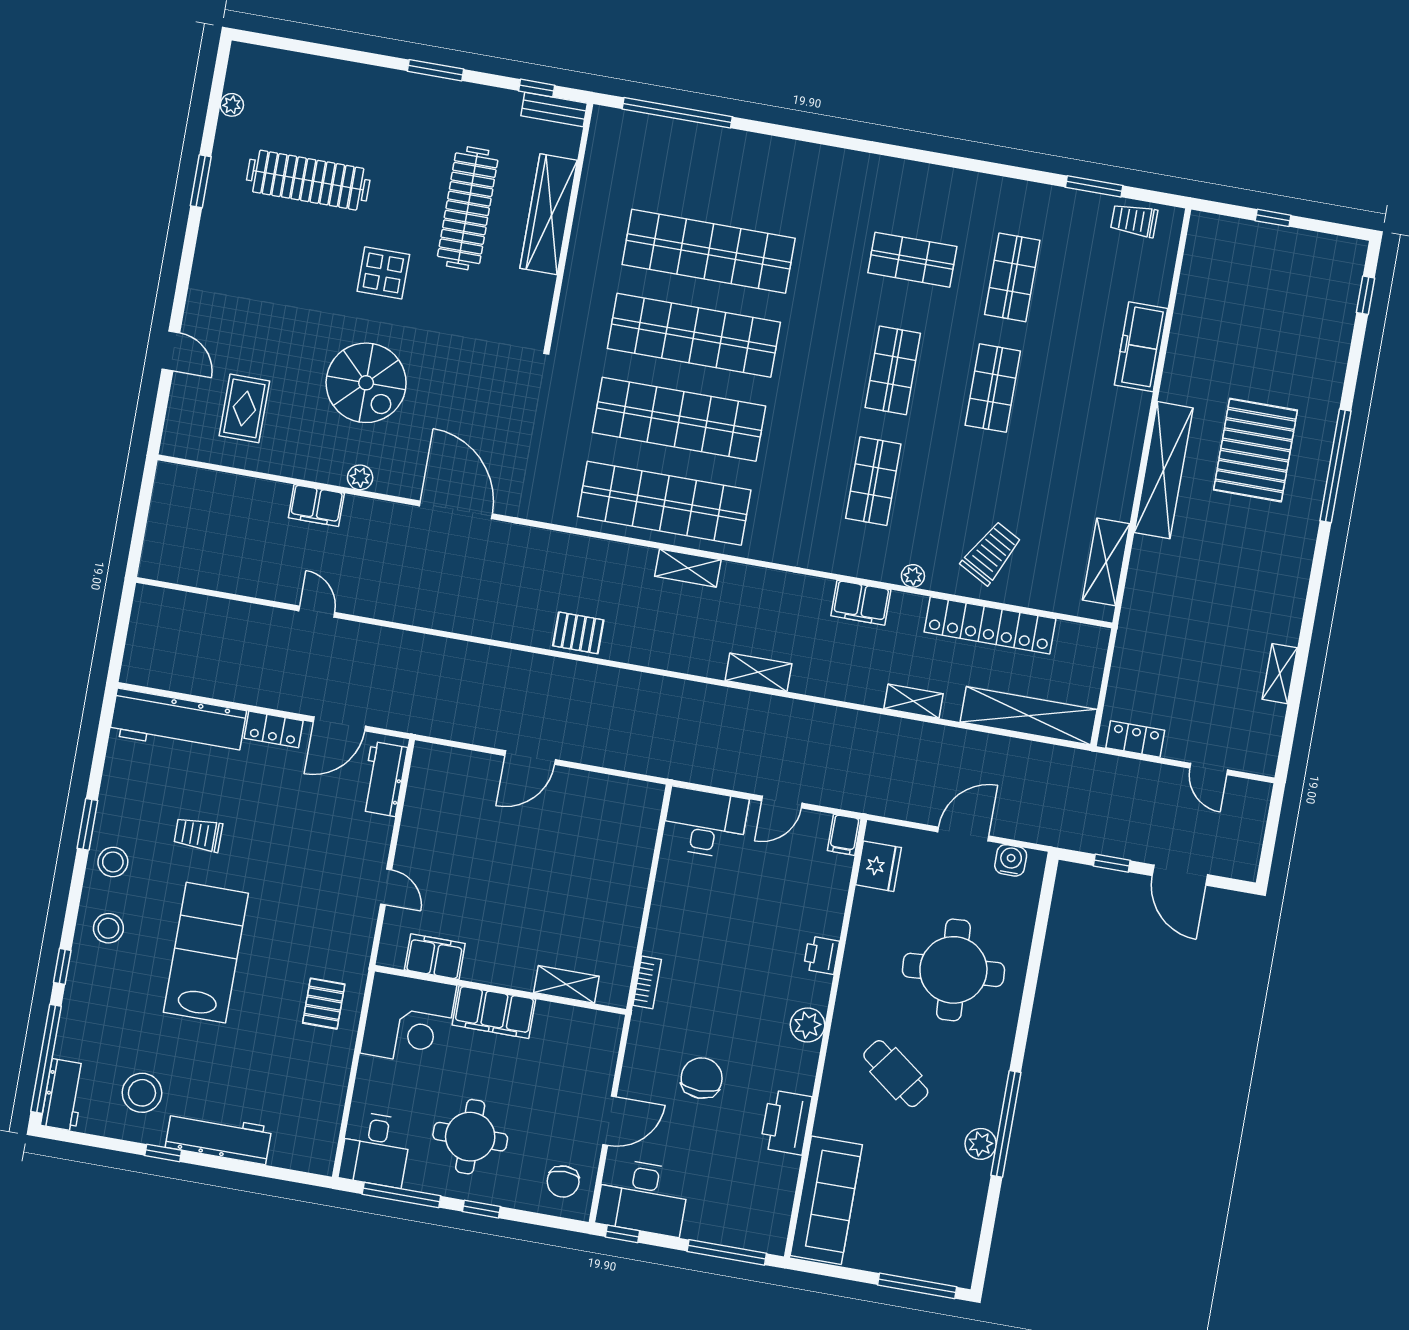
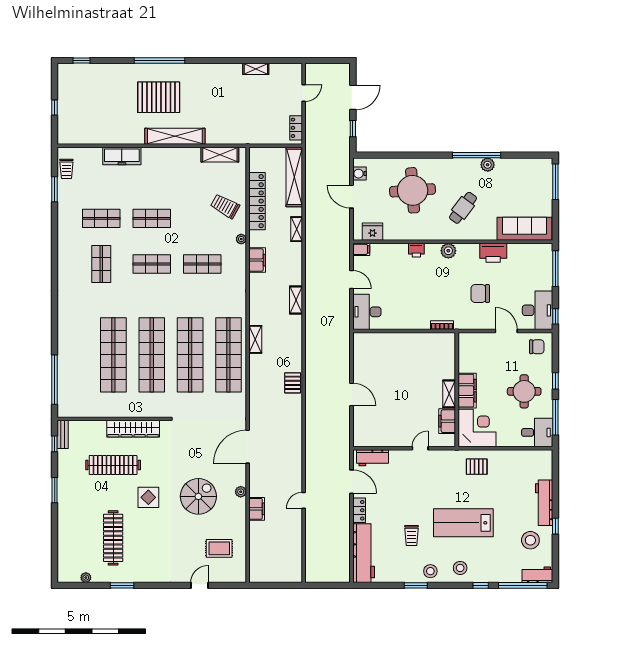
wardrobe: (549, 214) -> (133, 429), moved
shelving: (566, 984) -> (449, 394), moved

